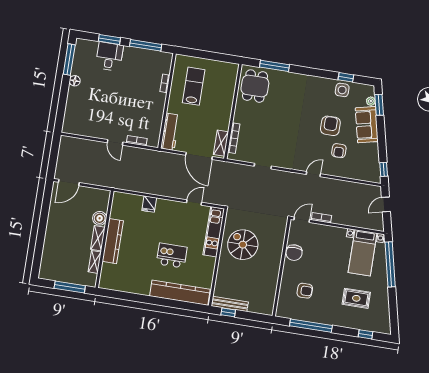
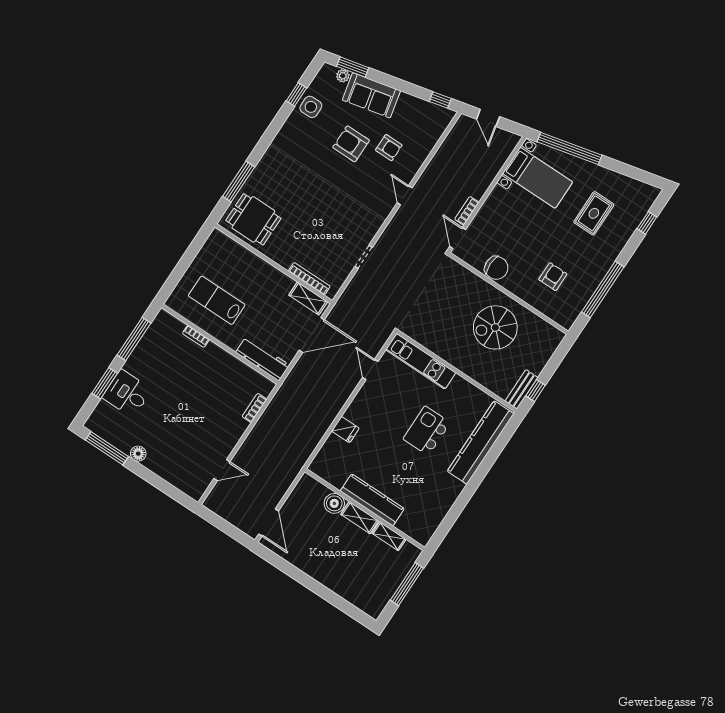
door: (115, 142) -> (222, 470), moved
spiral stairs: (243, 245) -> (495, 327), moved
bench: (230, 304) -> (521, 389), width x0.73

